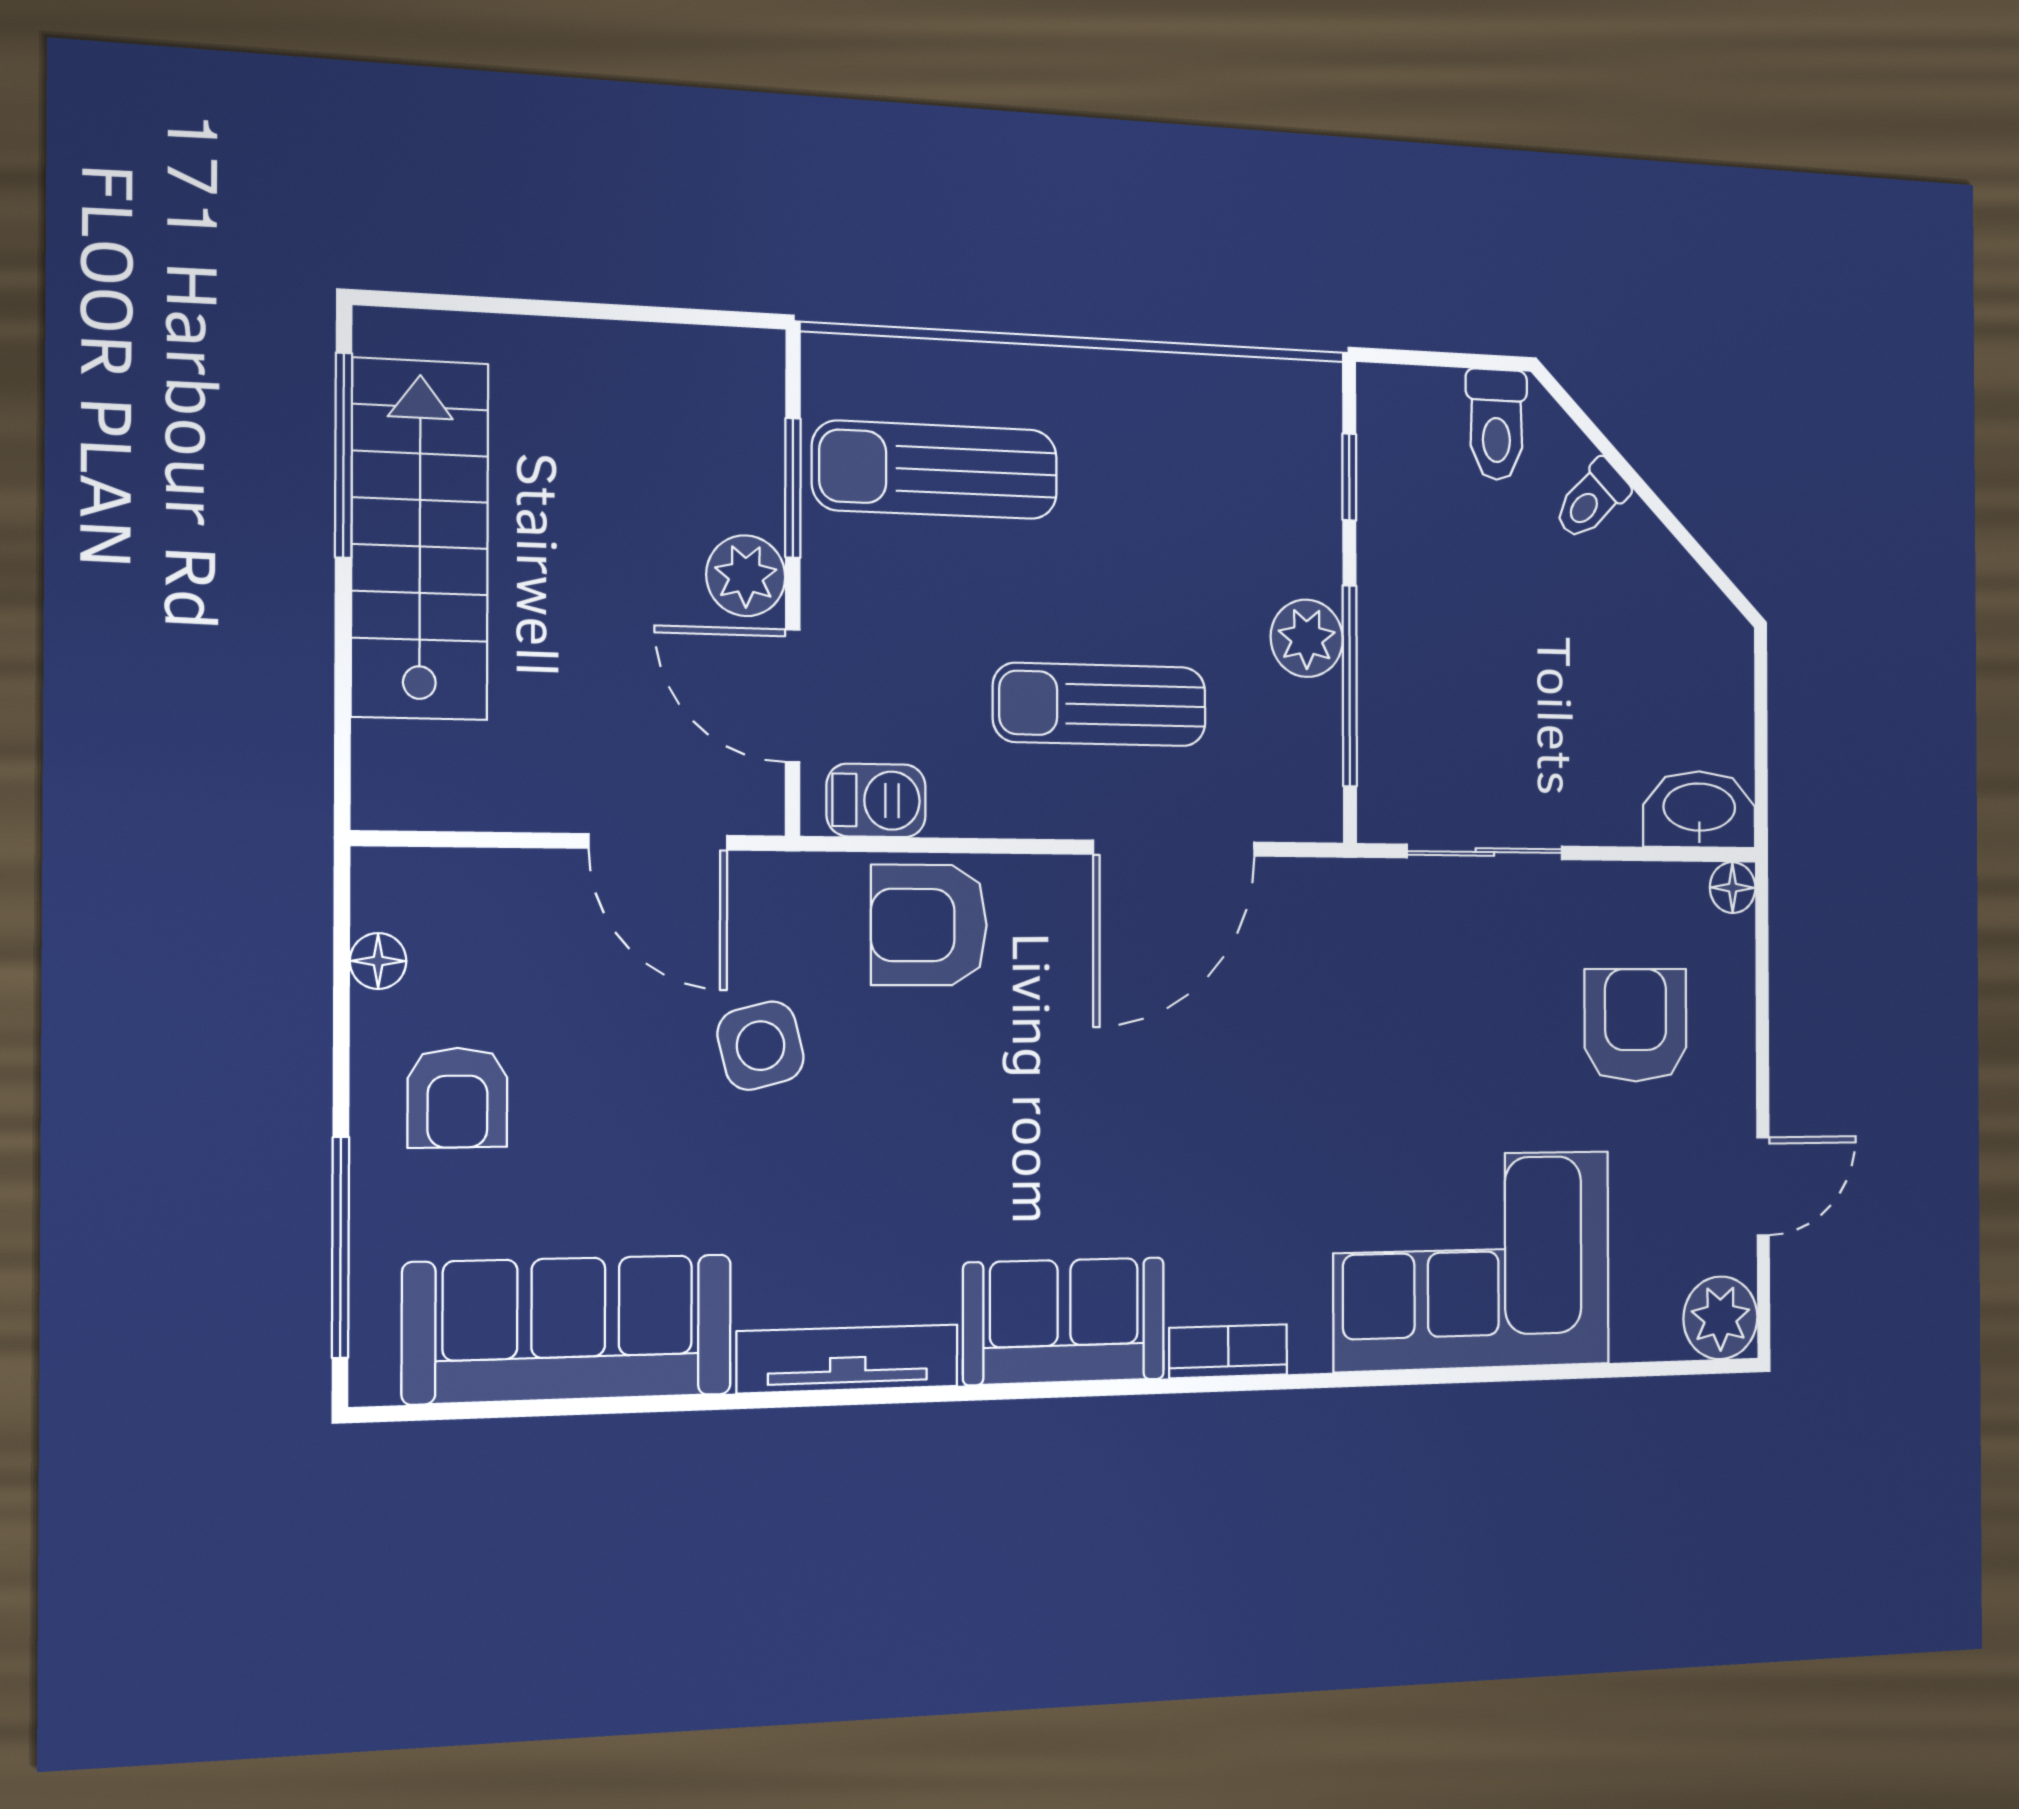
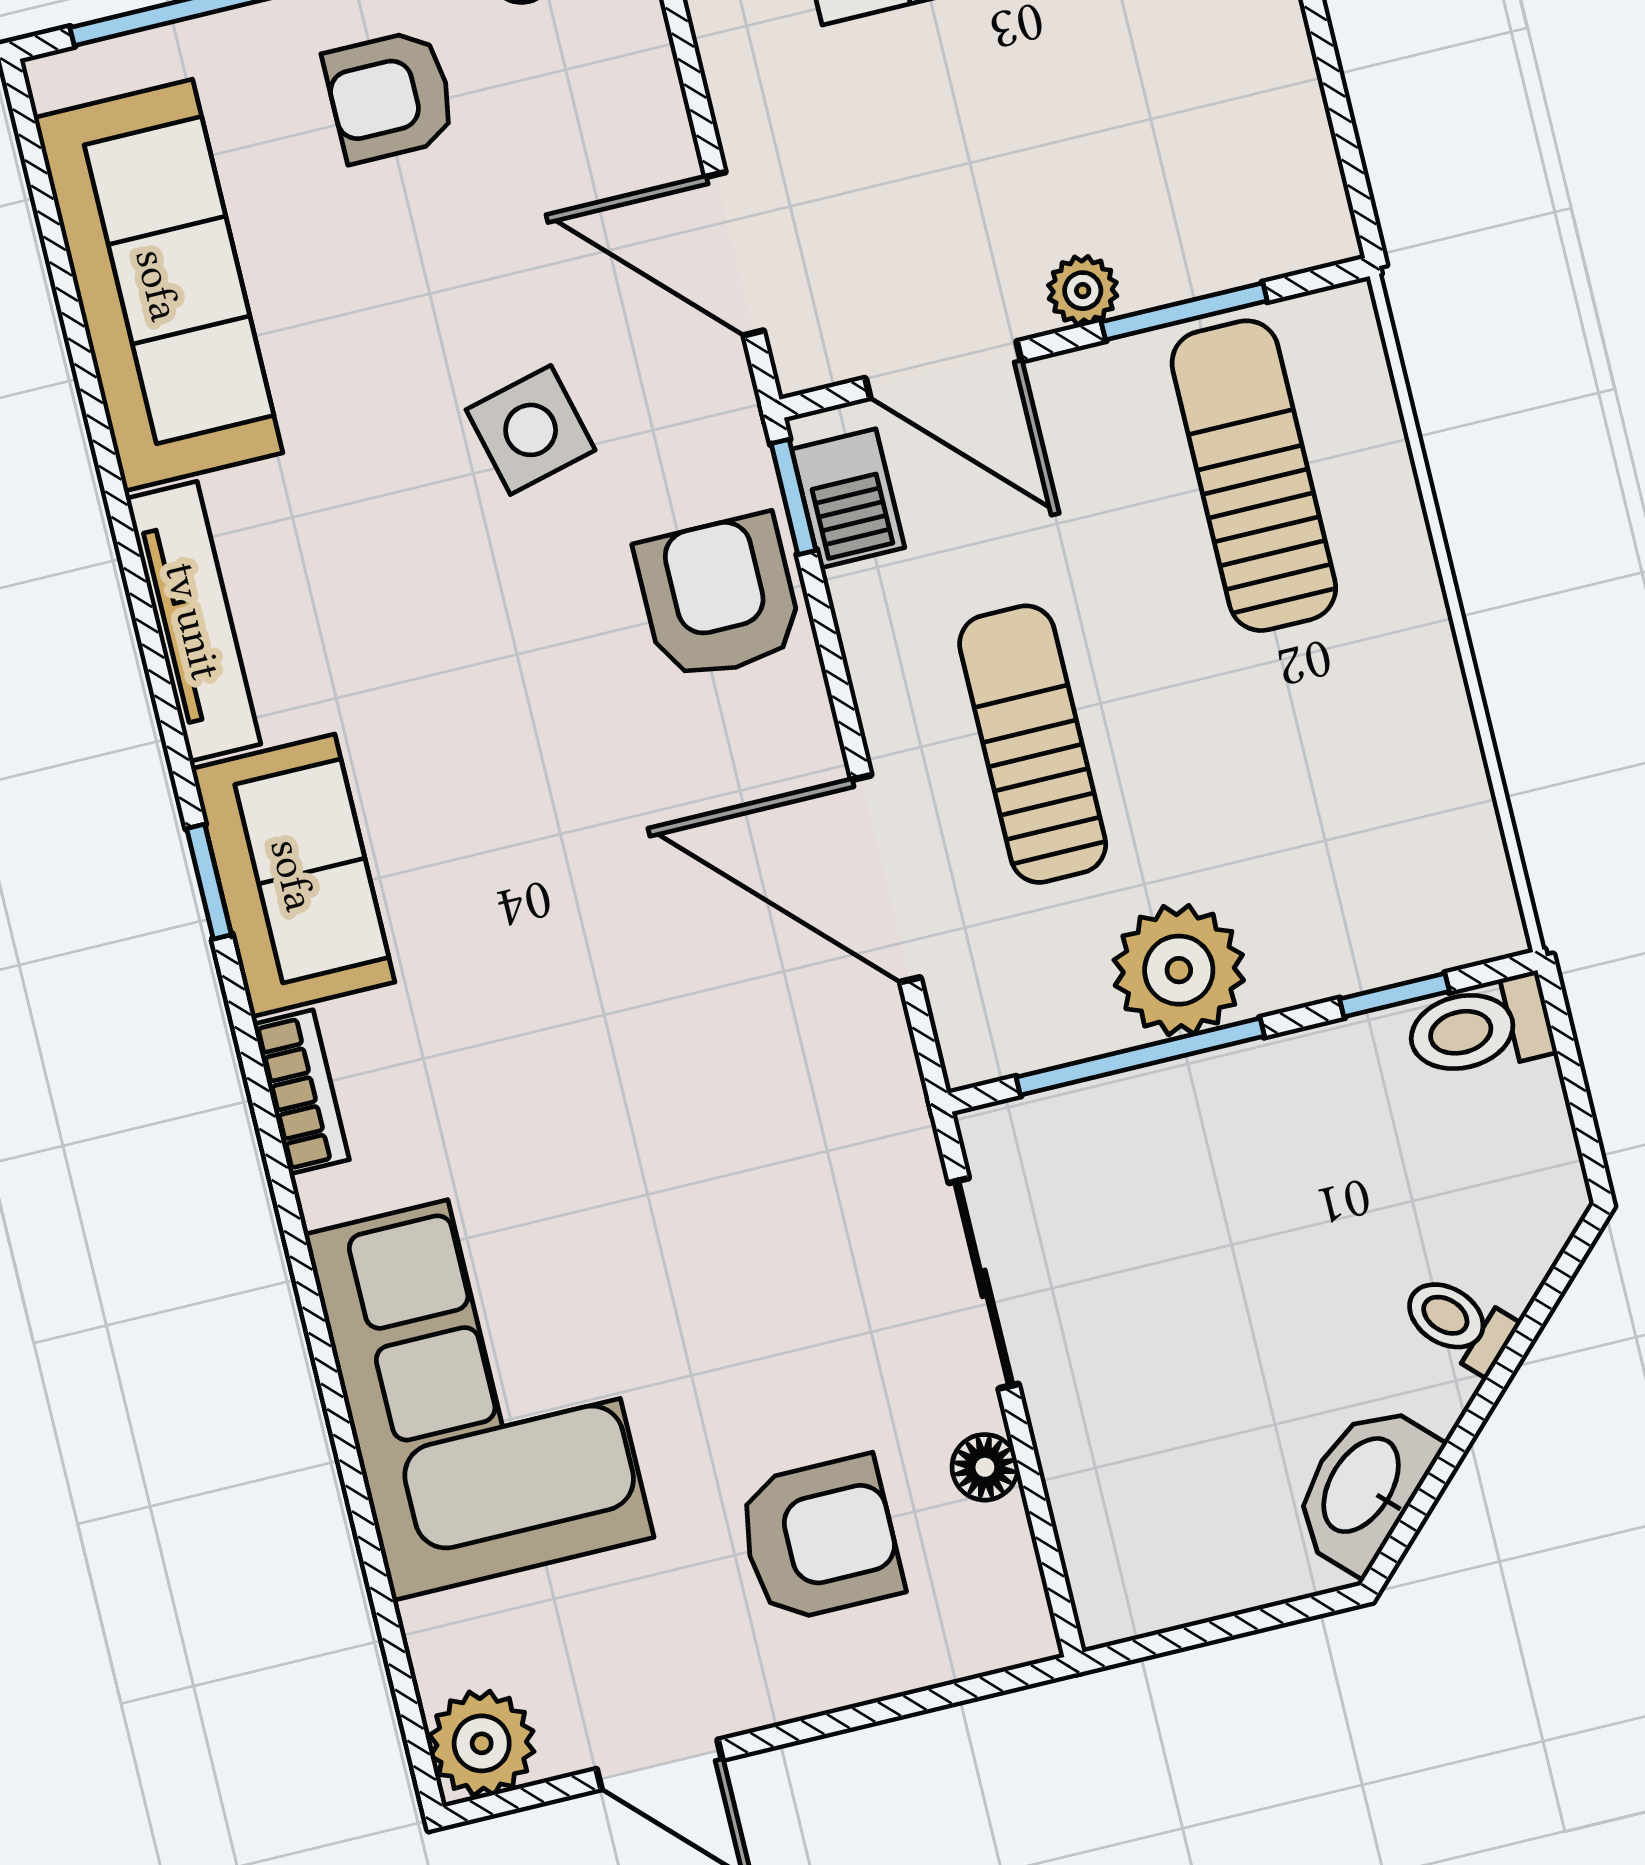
toilet: (1496, 425) -> (1480, 1028), moved
plant: (746, 576) -> (1083, 291), width x0.73, depth x0.73
plant: (1307, 638) -> (1179, 970), width x1.36, depth x1.36
door: (793, 696) -> (943, 370), swing flipped
washbasin: (1699, 809) -> (1364, 1487), moved, turned -135
door: (658, 842) -> (735, 254), hinge flipped
window: (865, 844) -> (793, 497), added
floor lamp: (1733, 888) -> (985, 1467), moved
window: (1053, 1390) -> (209, 882), added

